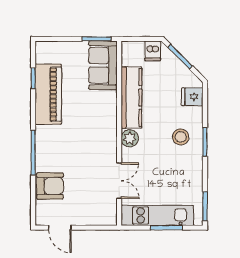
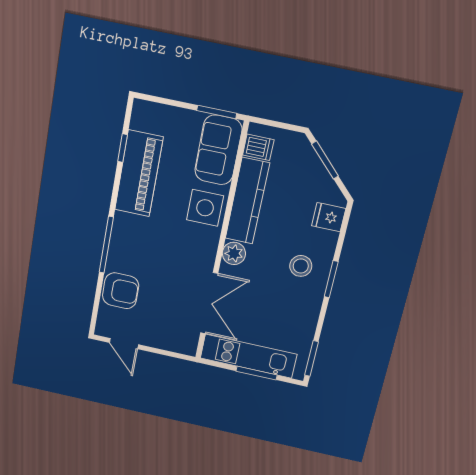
dishwasher: (153, 51) -> (258, 147), moved, turned -90
side table: (102, 109) -> (205, 208), added
double door: (119, 181) -> (209, 303), width x1.37

